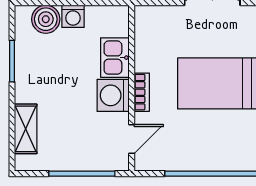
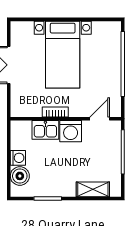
bookcase: (142, 92) -> (55, 112), moved
door: (132, 139) -> (100, 119), hinge flipped

